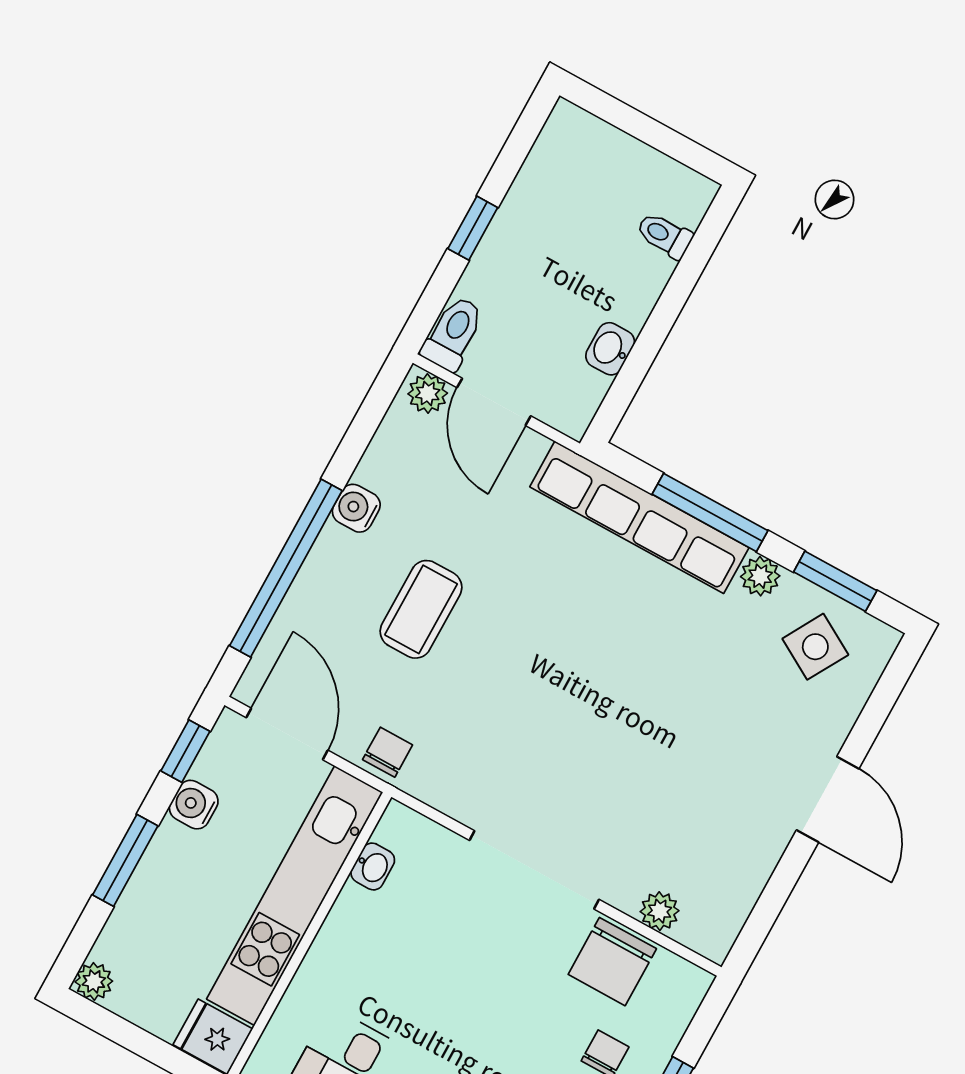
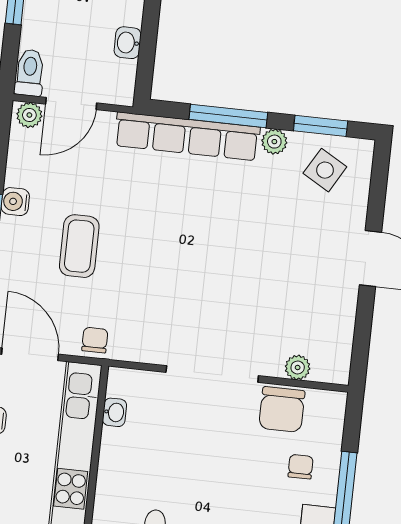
door: (494, 402) -> (71, 103), hinge flipped

